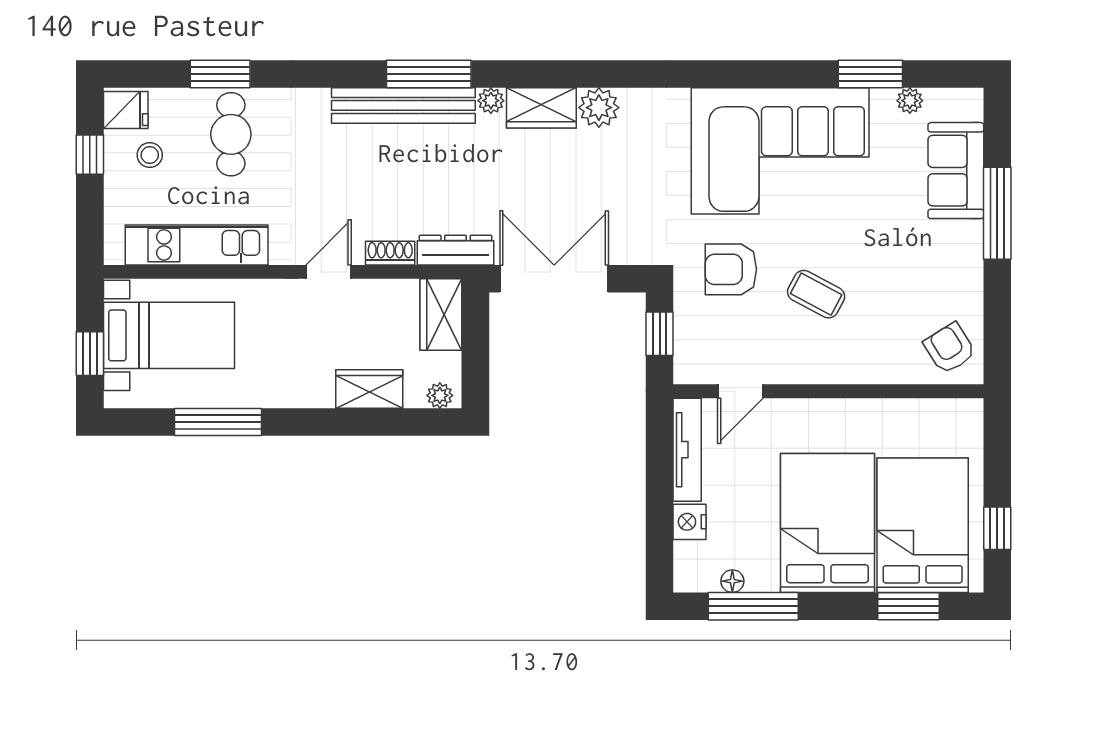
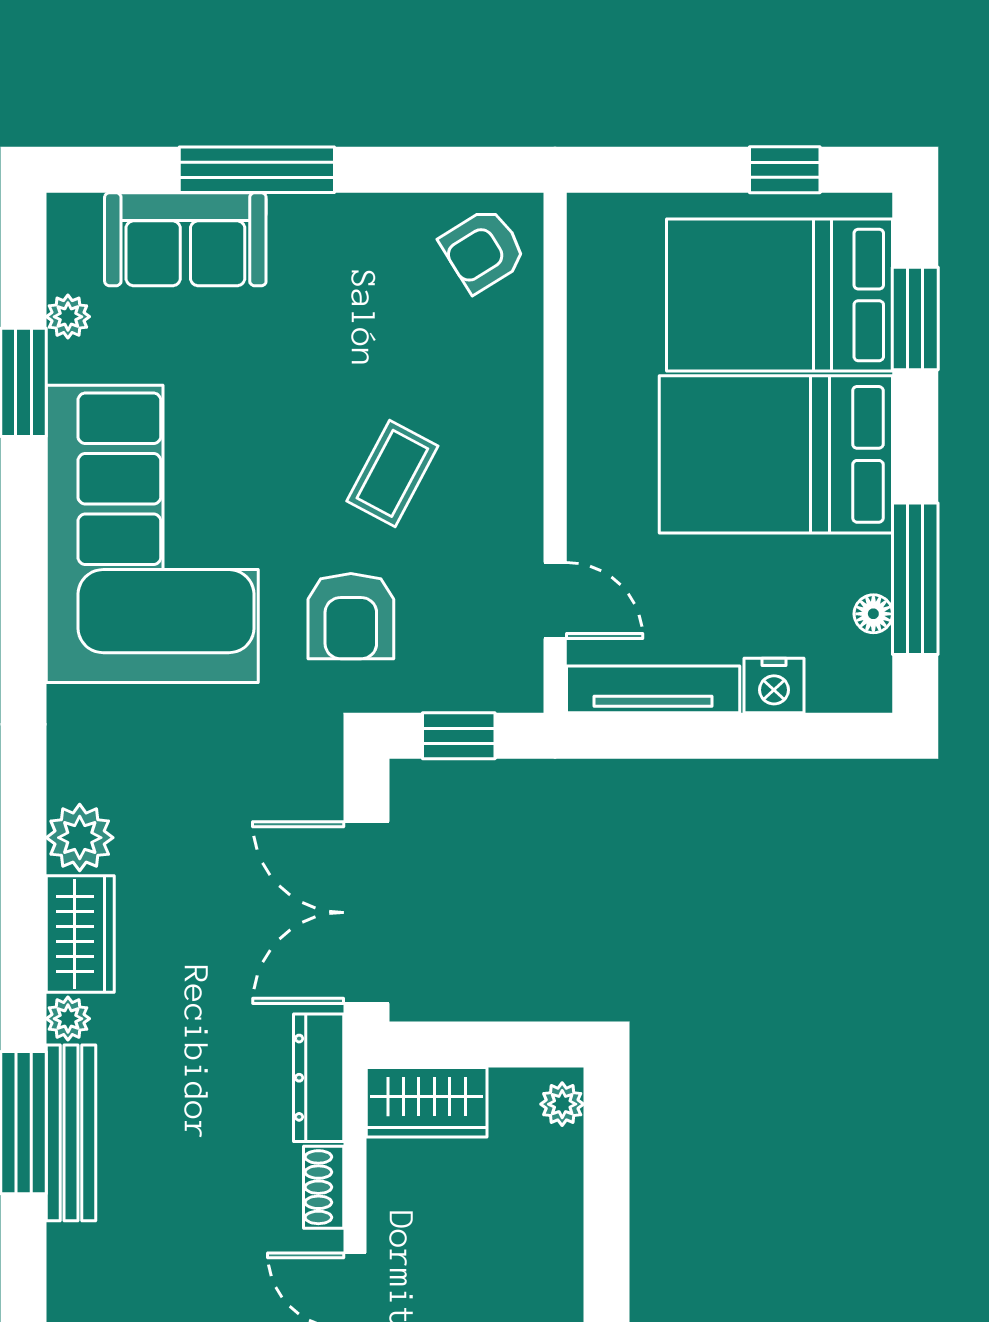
bench: (403, 105) -> (71, 1133), width x0.73, depth x0.82
wardrobe: (369, 389) -> (551, 1222), removed

